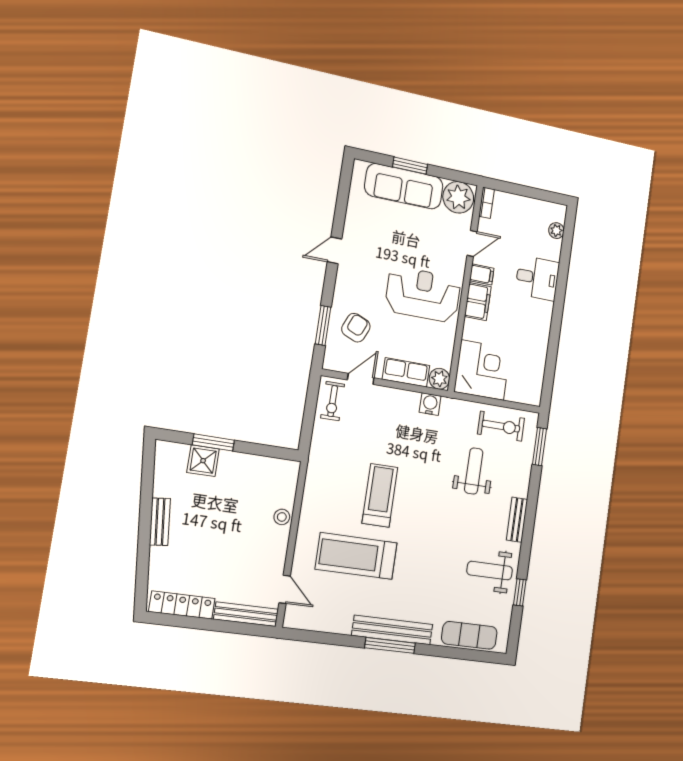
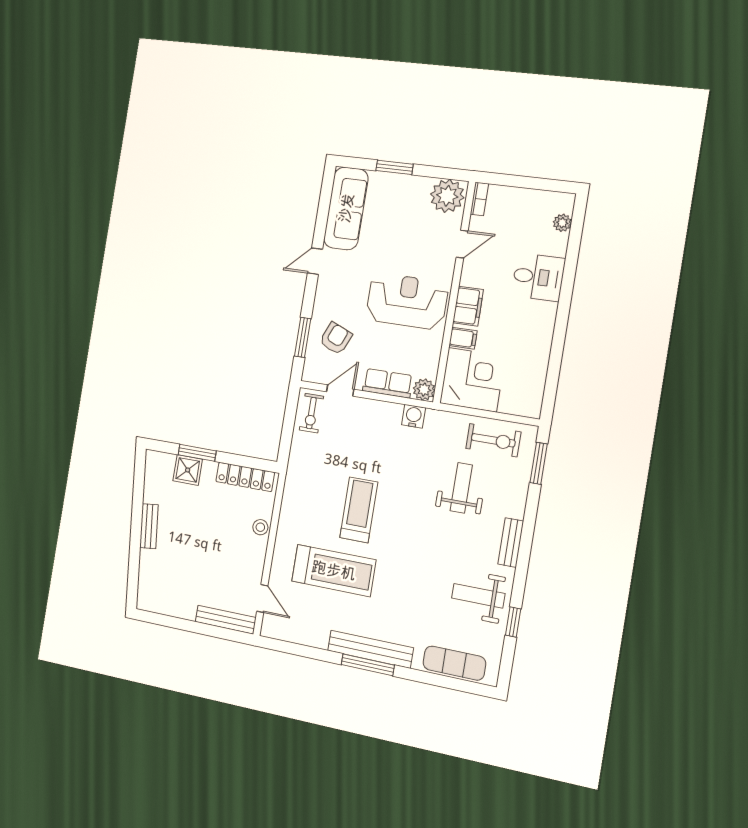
sofa: (404, 186) -> (346, 208), moved, turned -90
filing cabinet: (482, 274) -> (463, 338), moved
treadmill: (356, 556) -> (334, 570), turned 180
locker: (182, 605) -> (245, 477), moved, turned 180

